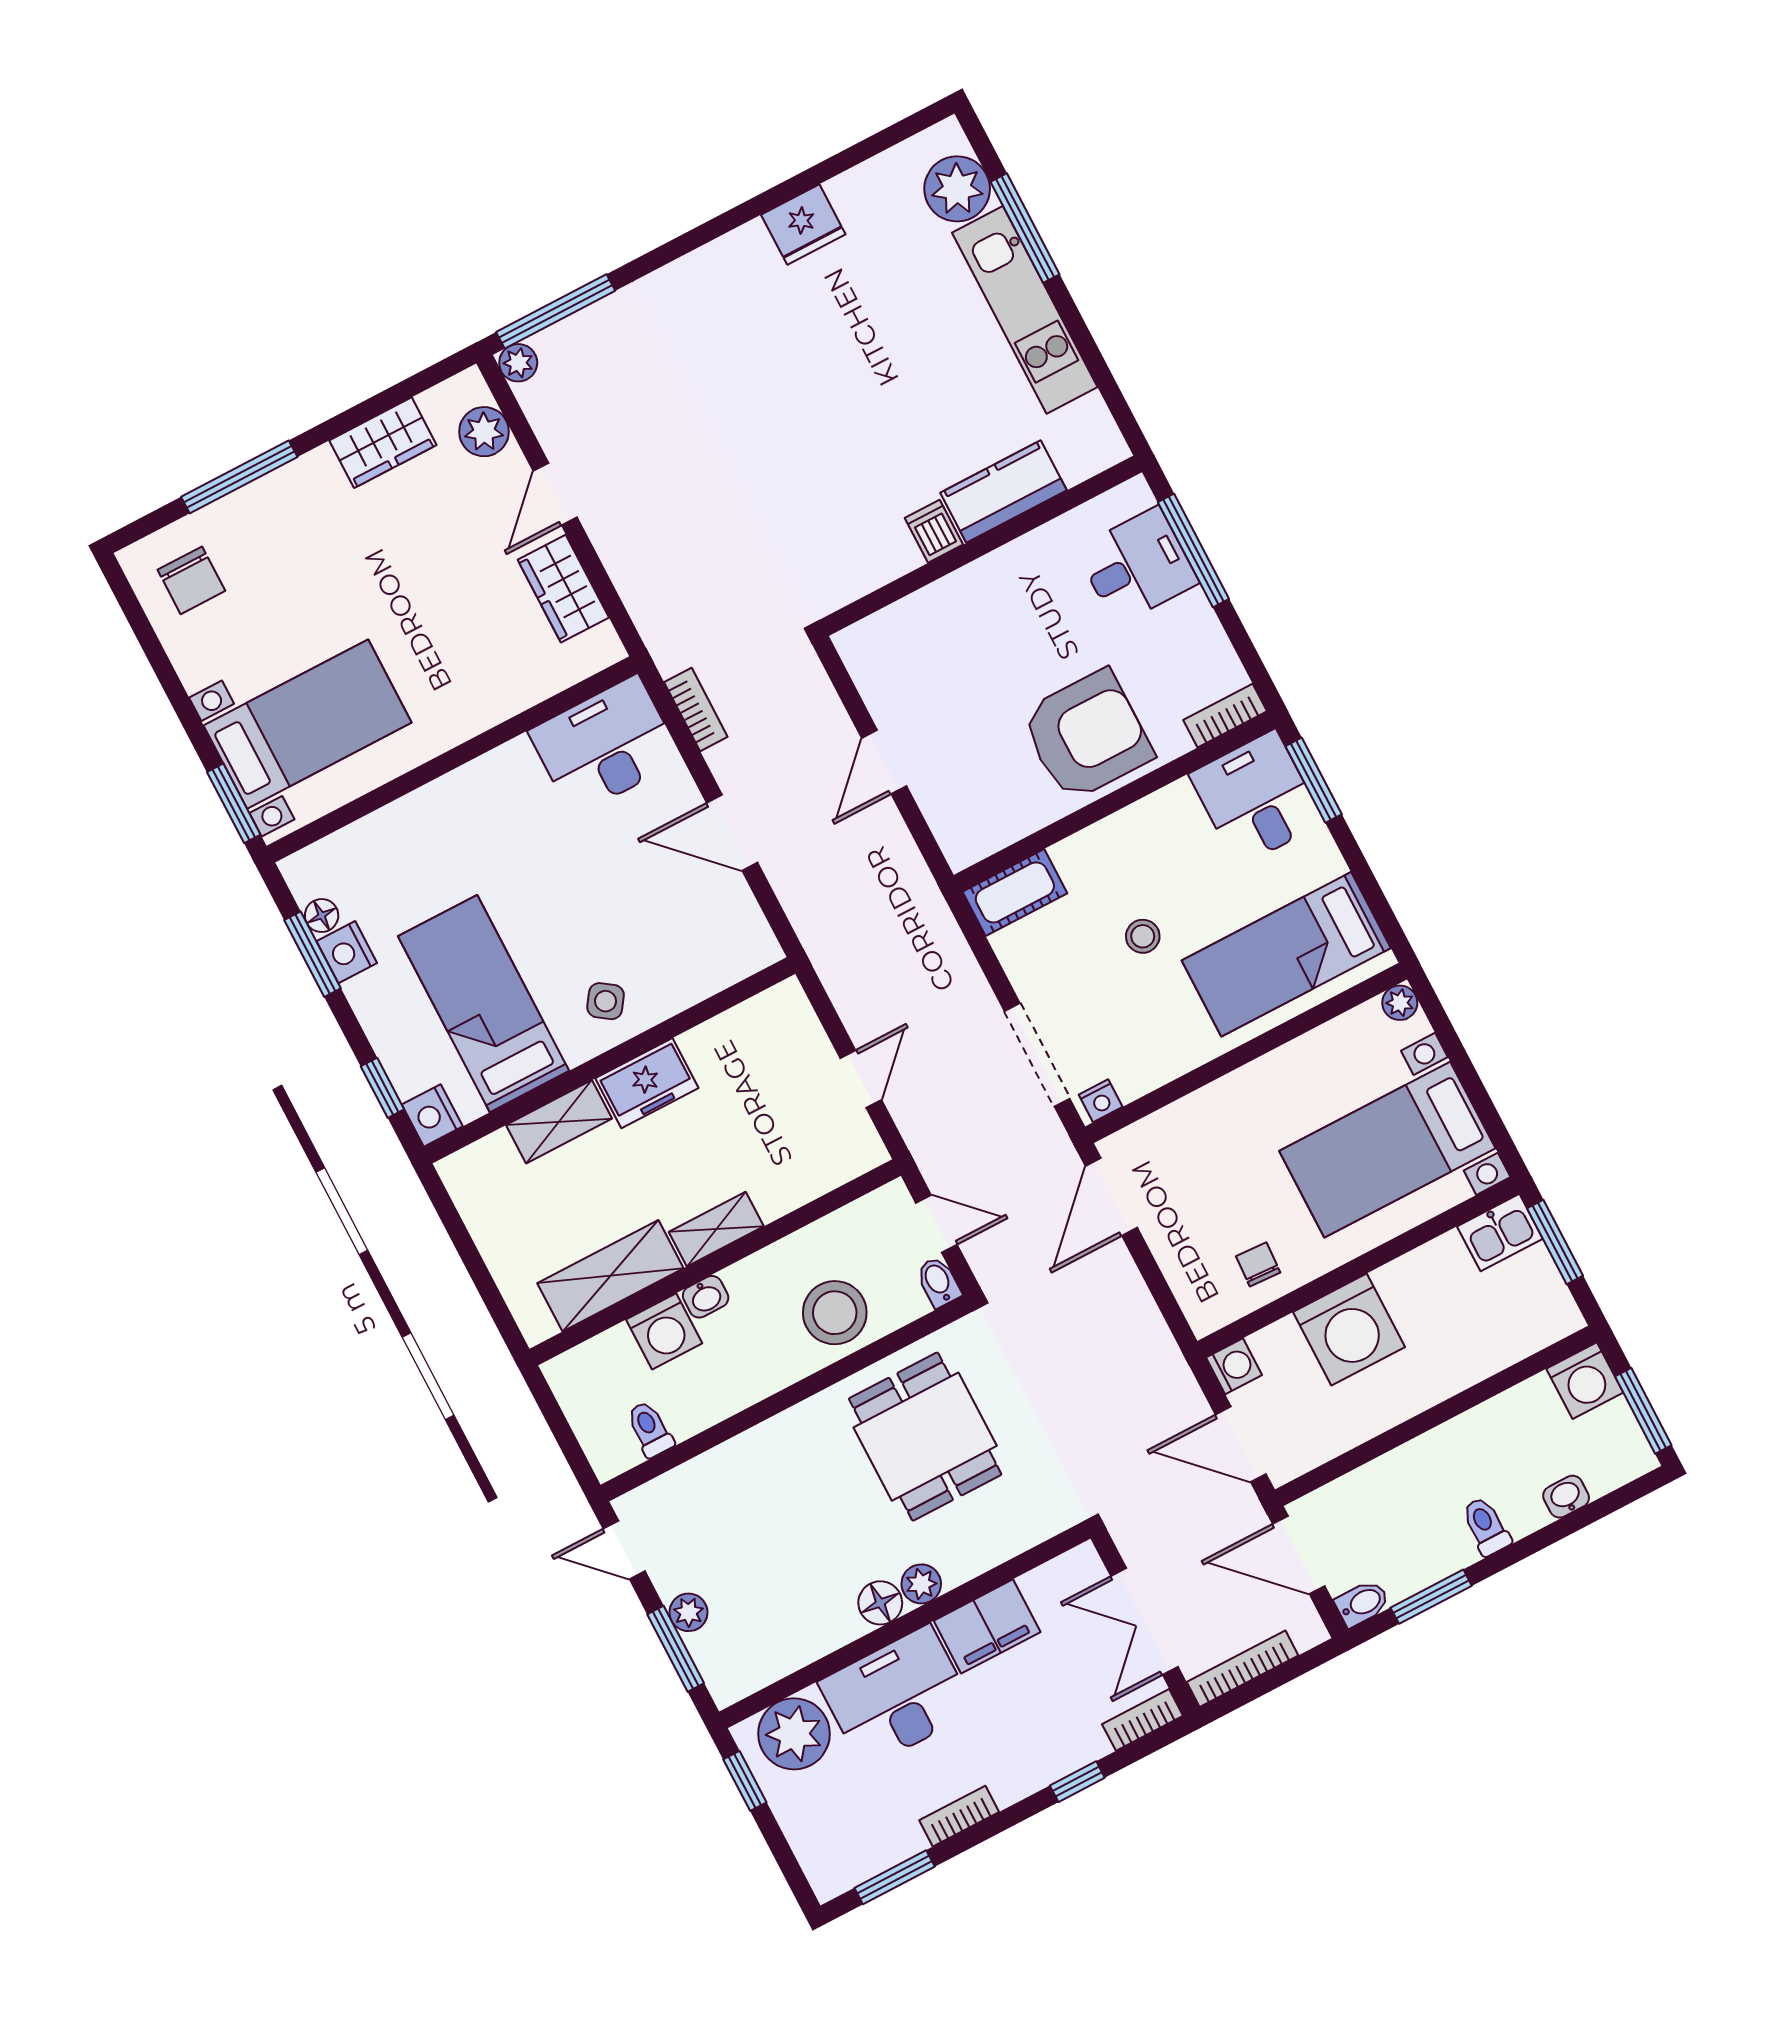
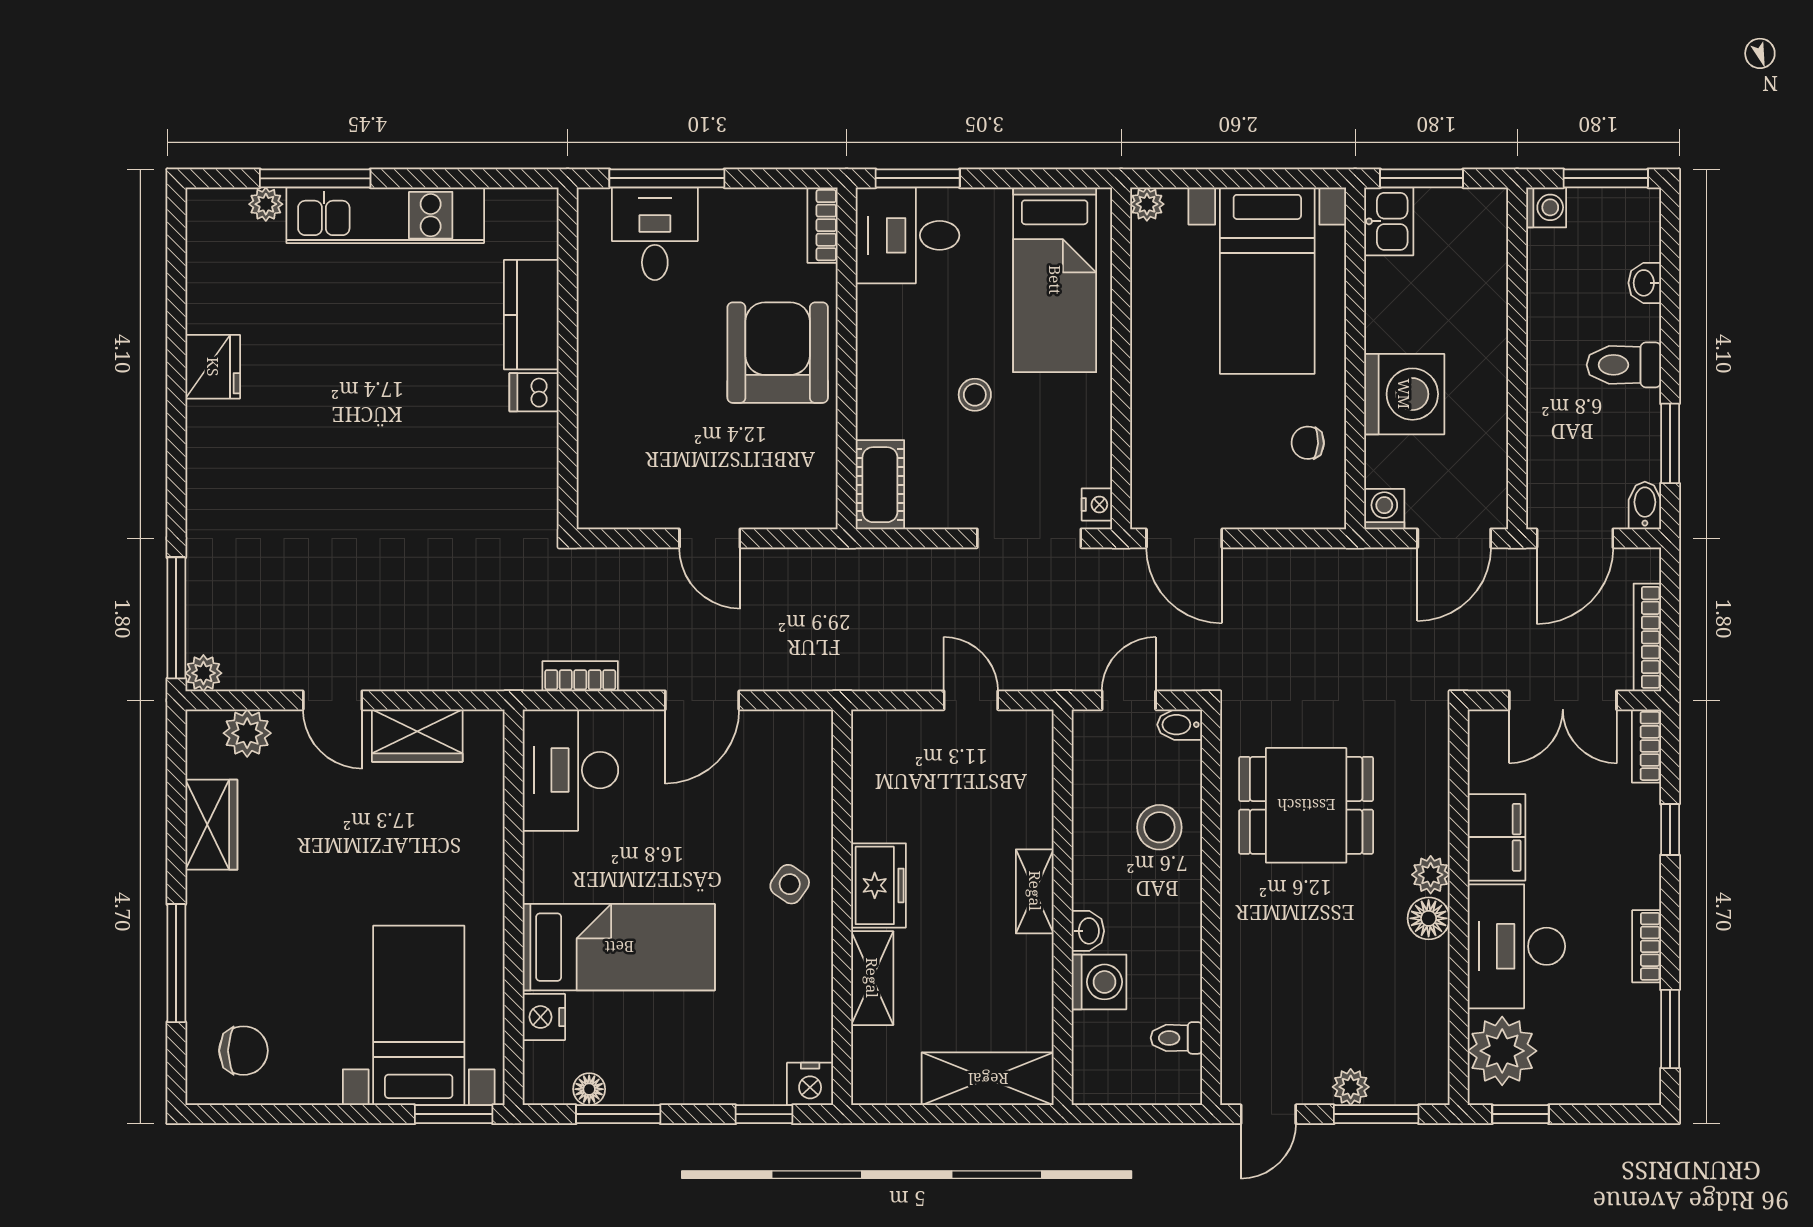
plant: (957, 189) -> (266, 204), width x0.53, depth x0.53
nightstand: (347, 952) -> (544, 1017), moved, turned 90
bed: (484, 1004) -> (619, 947), moved, turned 180
shelving: (610, 1276) -> (988, 1079), moved, turned 90
stool: (835, 1313) -> (1159, 827), width x0.73, depth x0.73
washing machine: (1585, 1381) -> (1546, 207), width x0.73, depth x0.73
toilet: (1486, 1526) -> (1624, 365), width x1.37, depth x1.39

